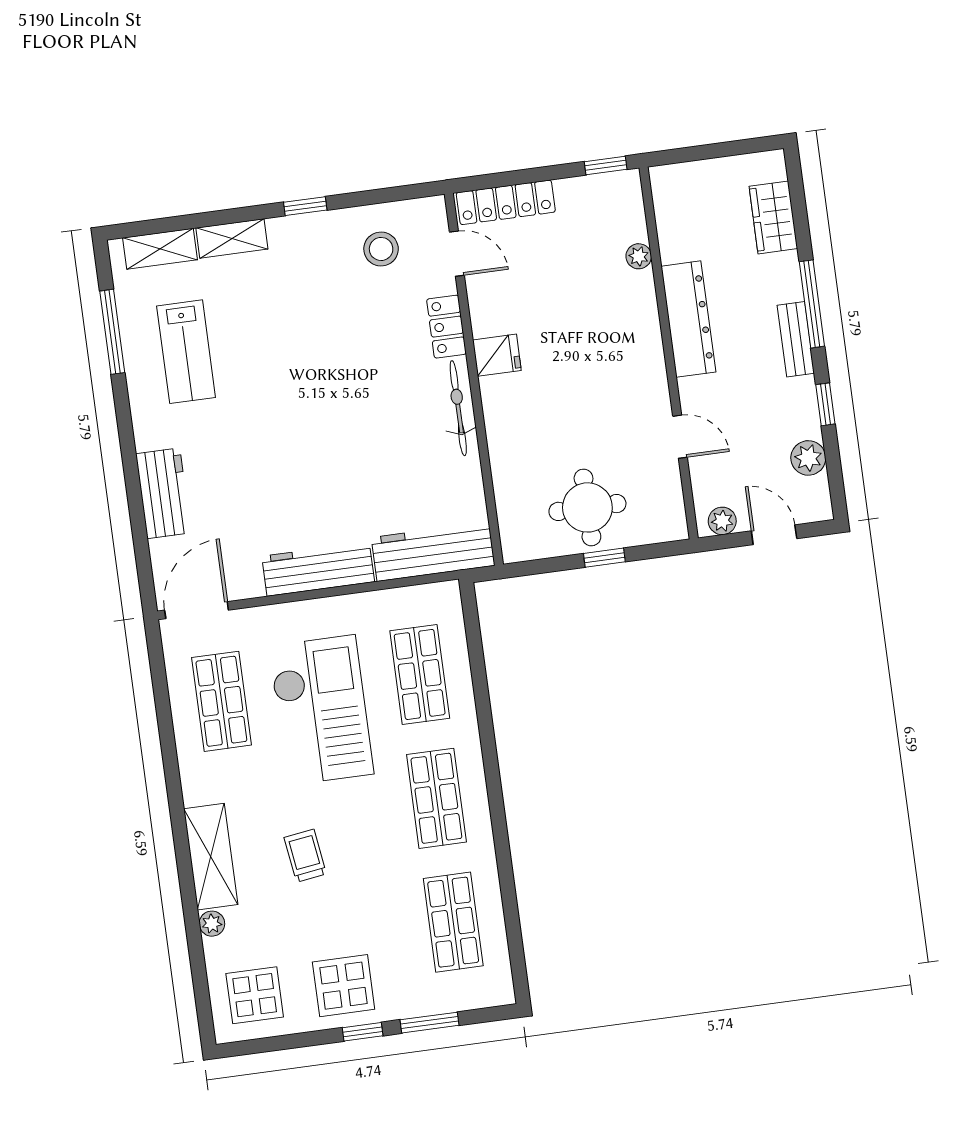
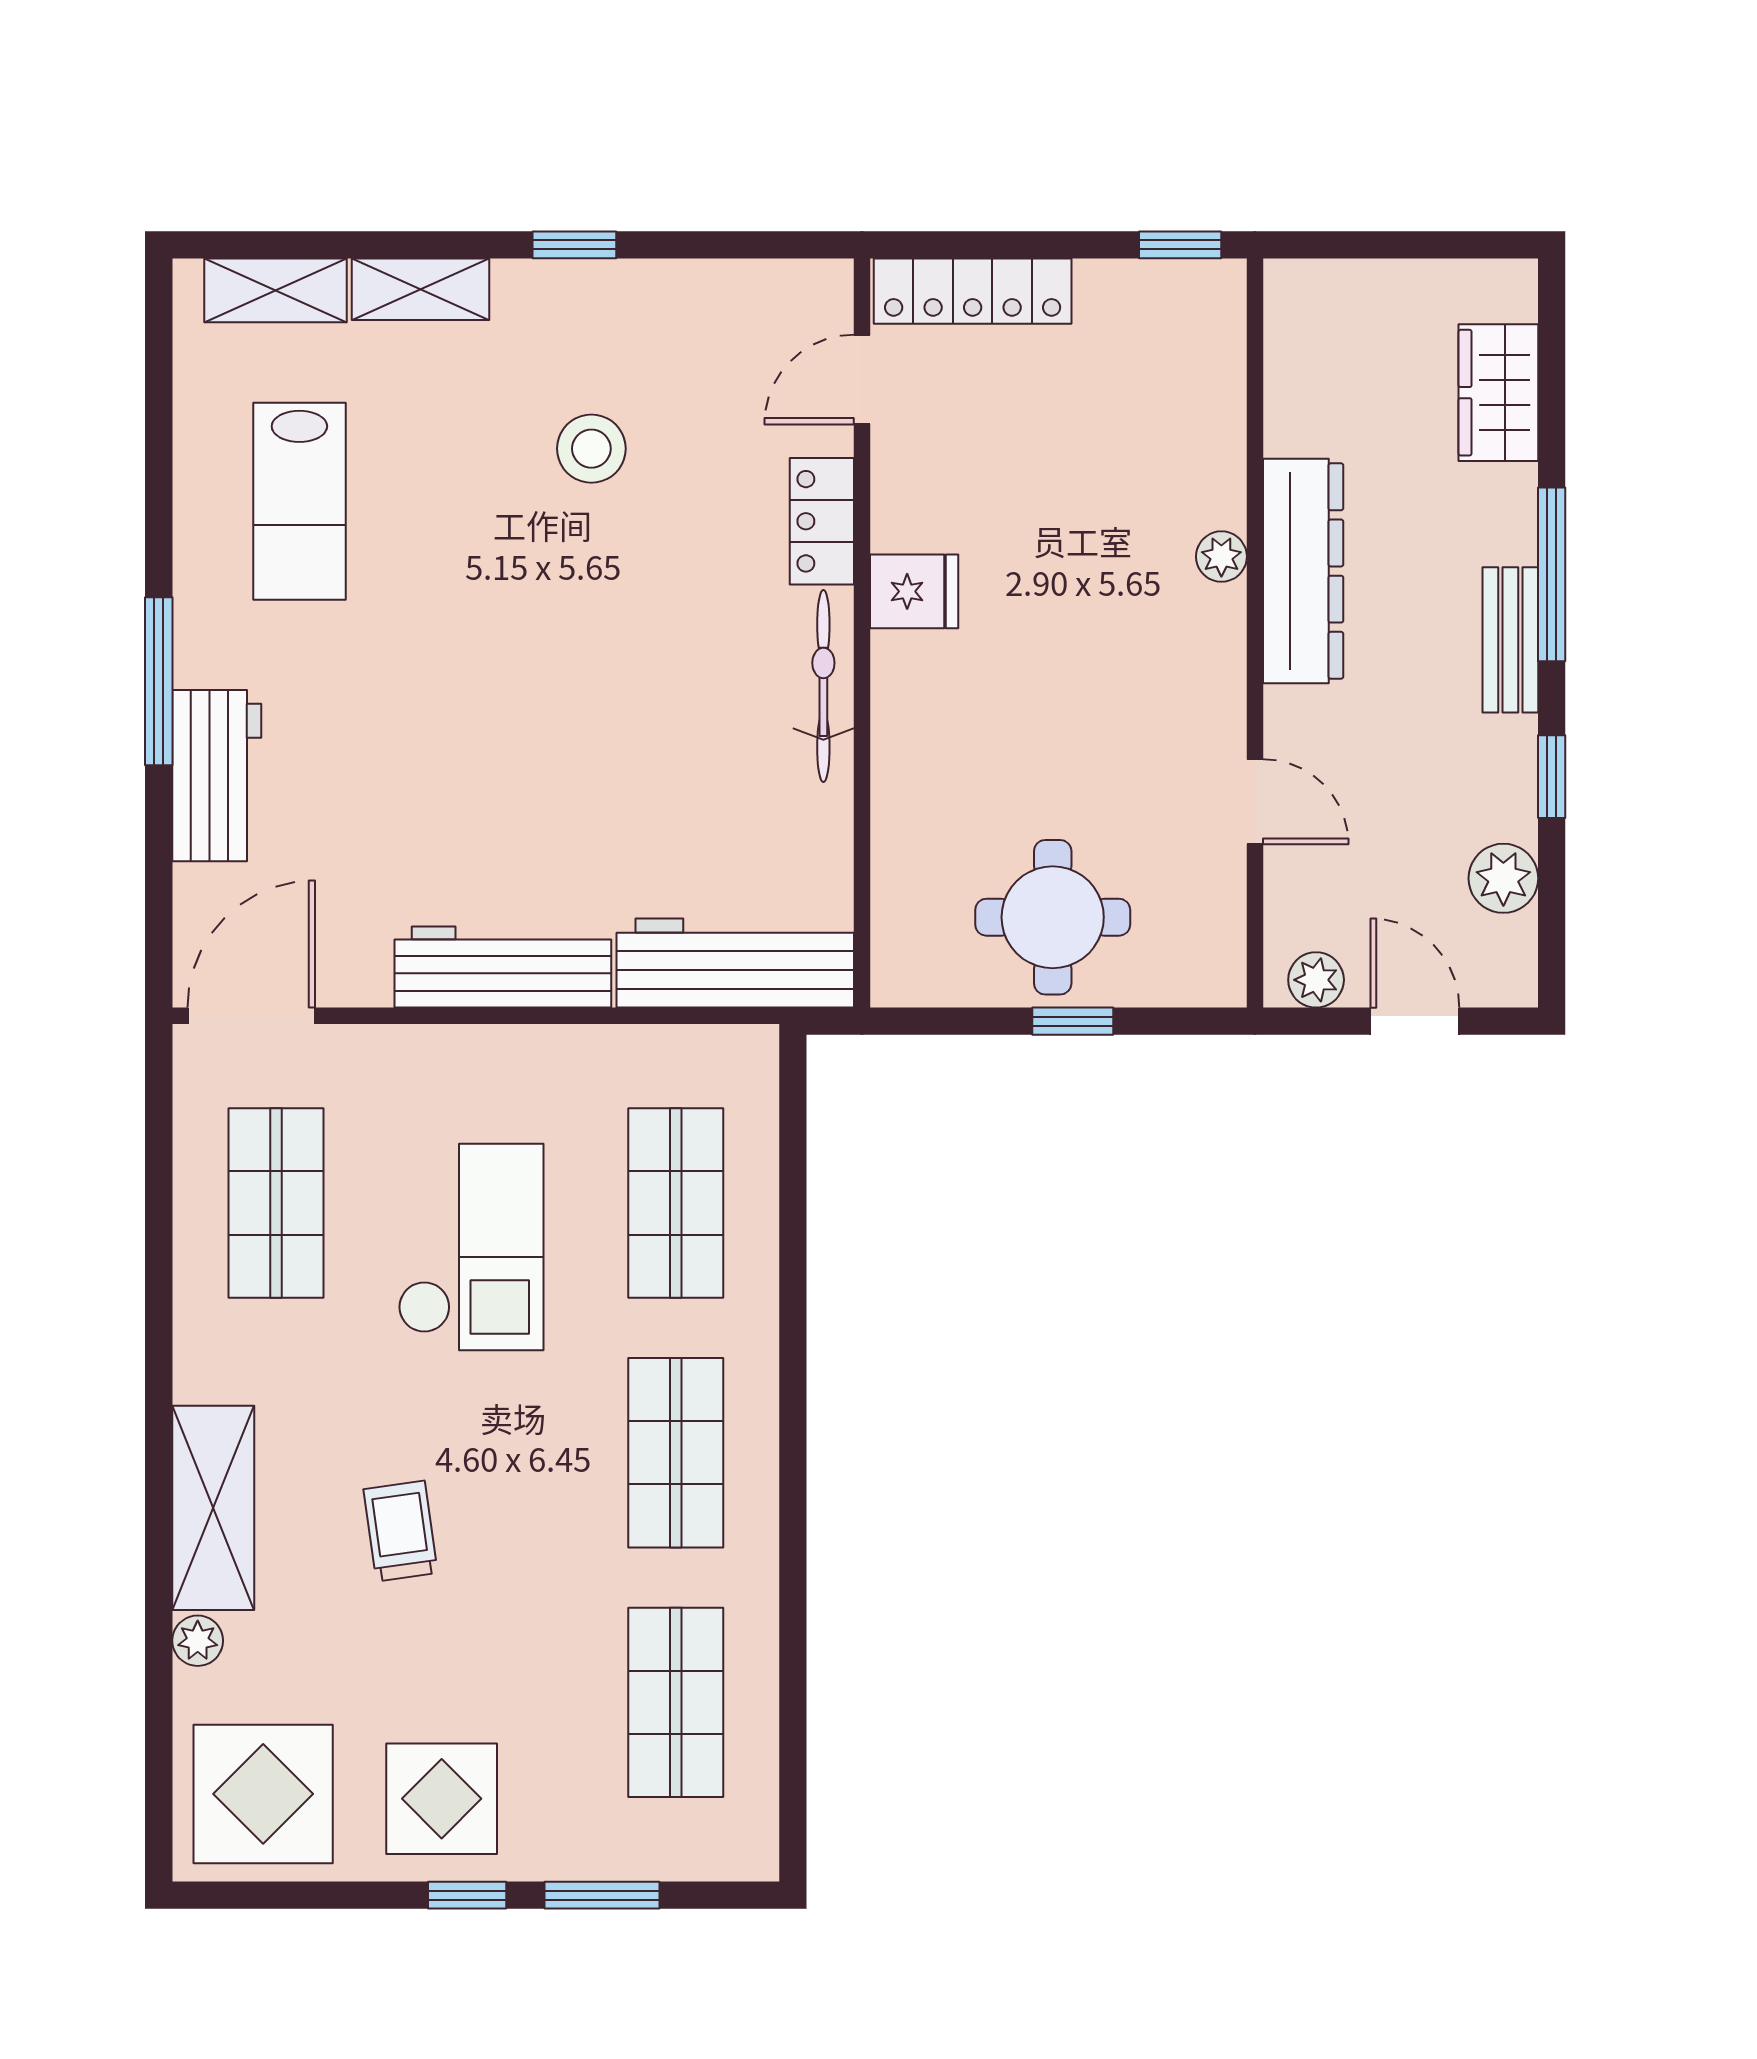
stool: (381, 249) -> (591, 449), moved
door: (457, 254) -> (862, 380), swing flipped
plant: (639, 256) -> (1221, 557), moved
window: (112, 332) -> (159, 681), moved
checkout: (321, 710) -> (471, 1247), width x0.73, depth x0.83
display table: (255, 995) -> (263, 1794), width x1.36, depth x1.36

